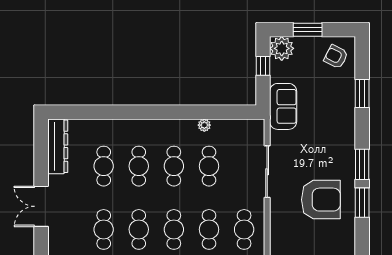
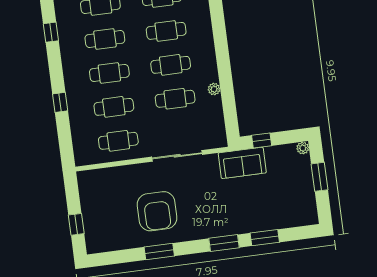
plant: (282, 48) -> (303, 148), width x0.53, depth x0.53
armchair: (336, 57) -> (297, 208), removed
window: (263, 66) -> (262, 141), moved
window: (362, 164) -> (224, 243), moved

